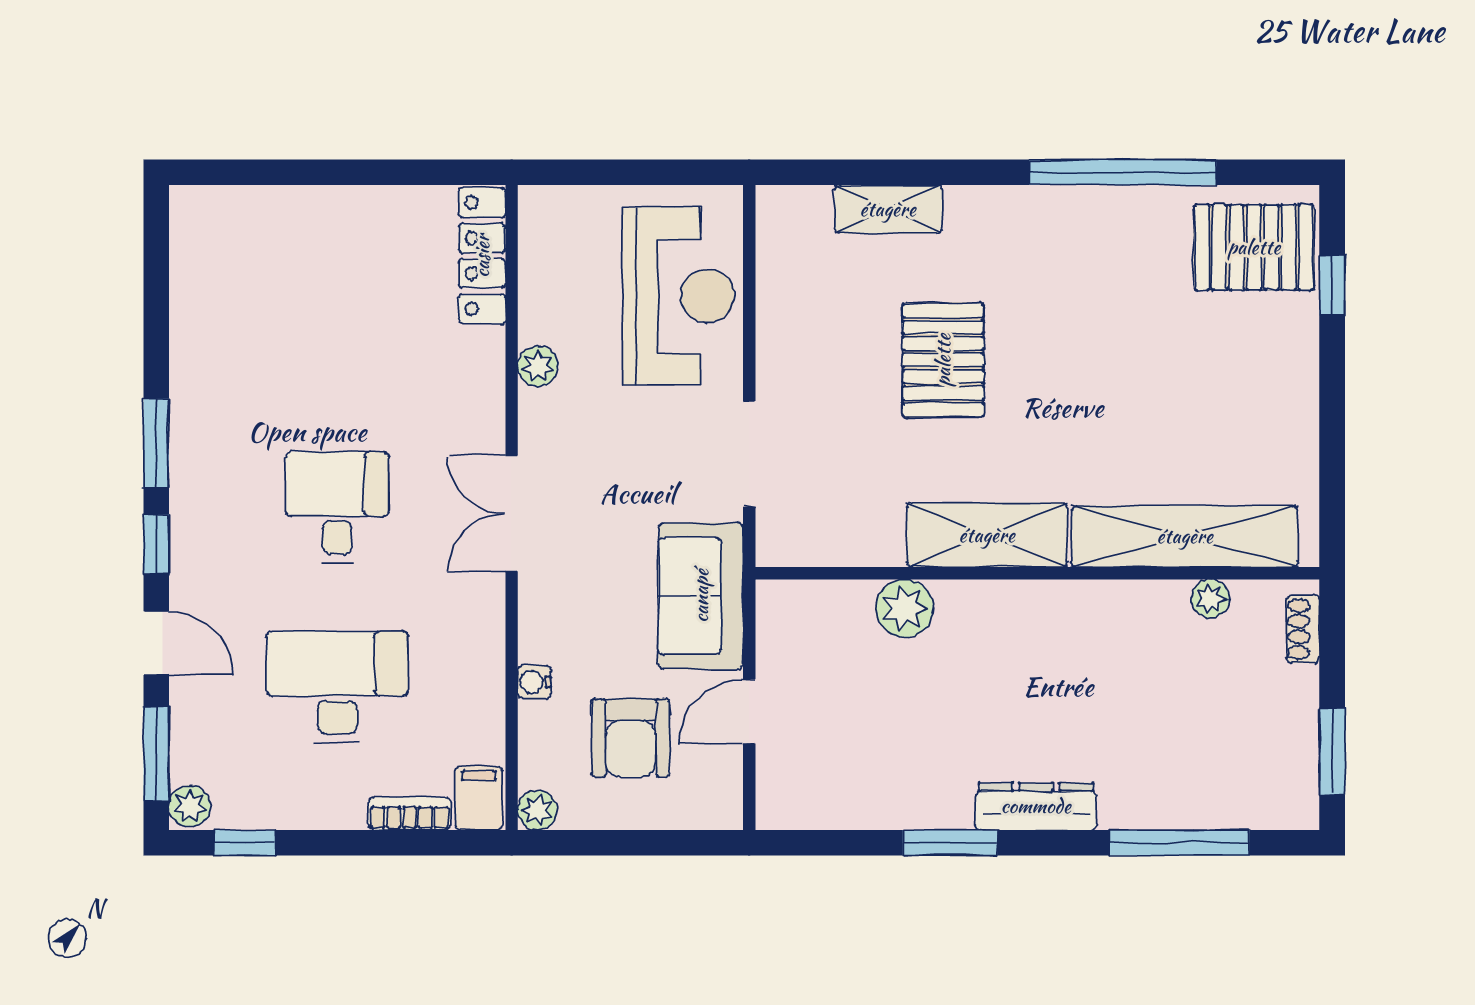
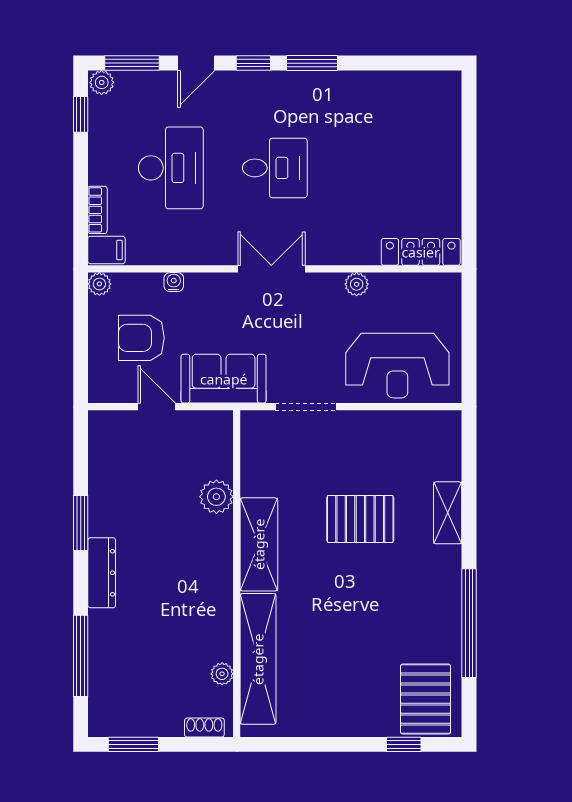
shelving: (888, 209) -> (448, 513), moved

